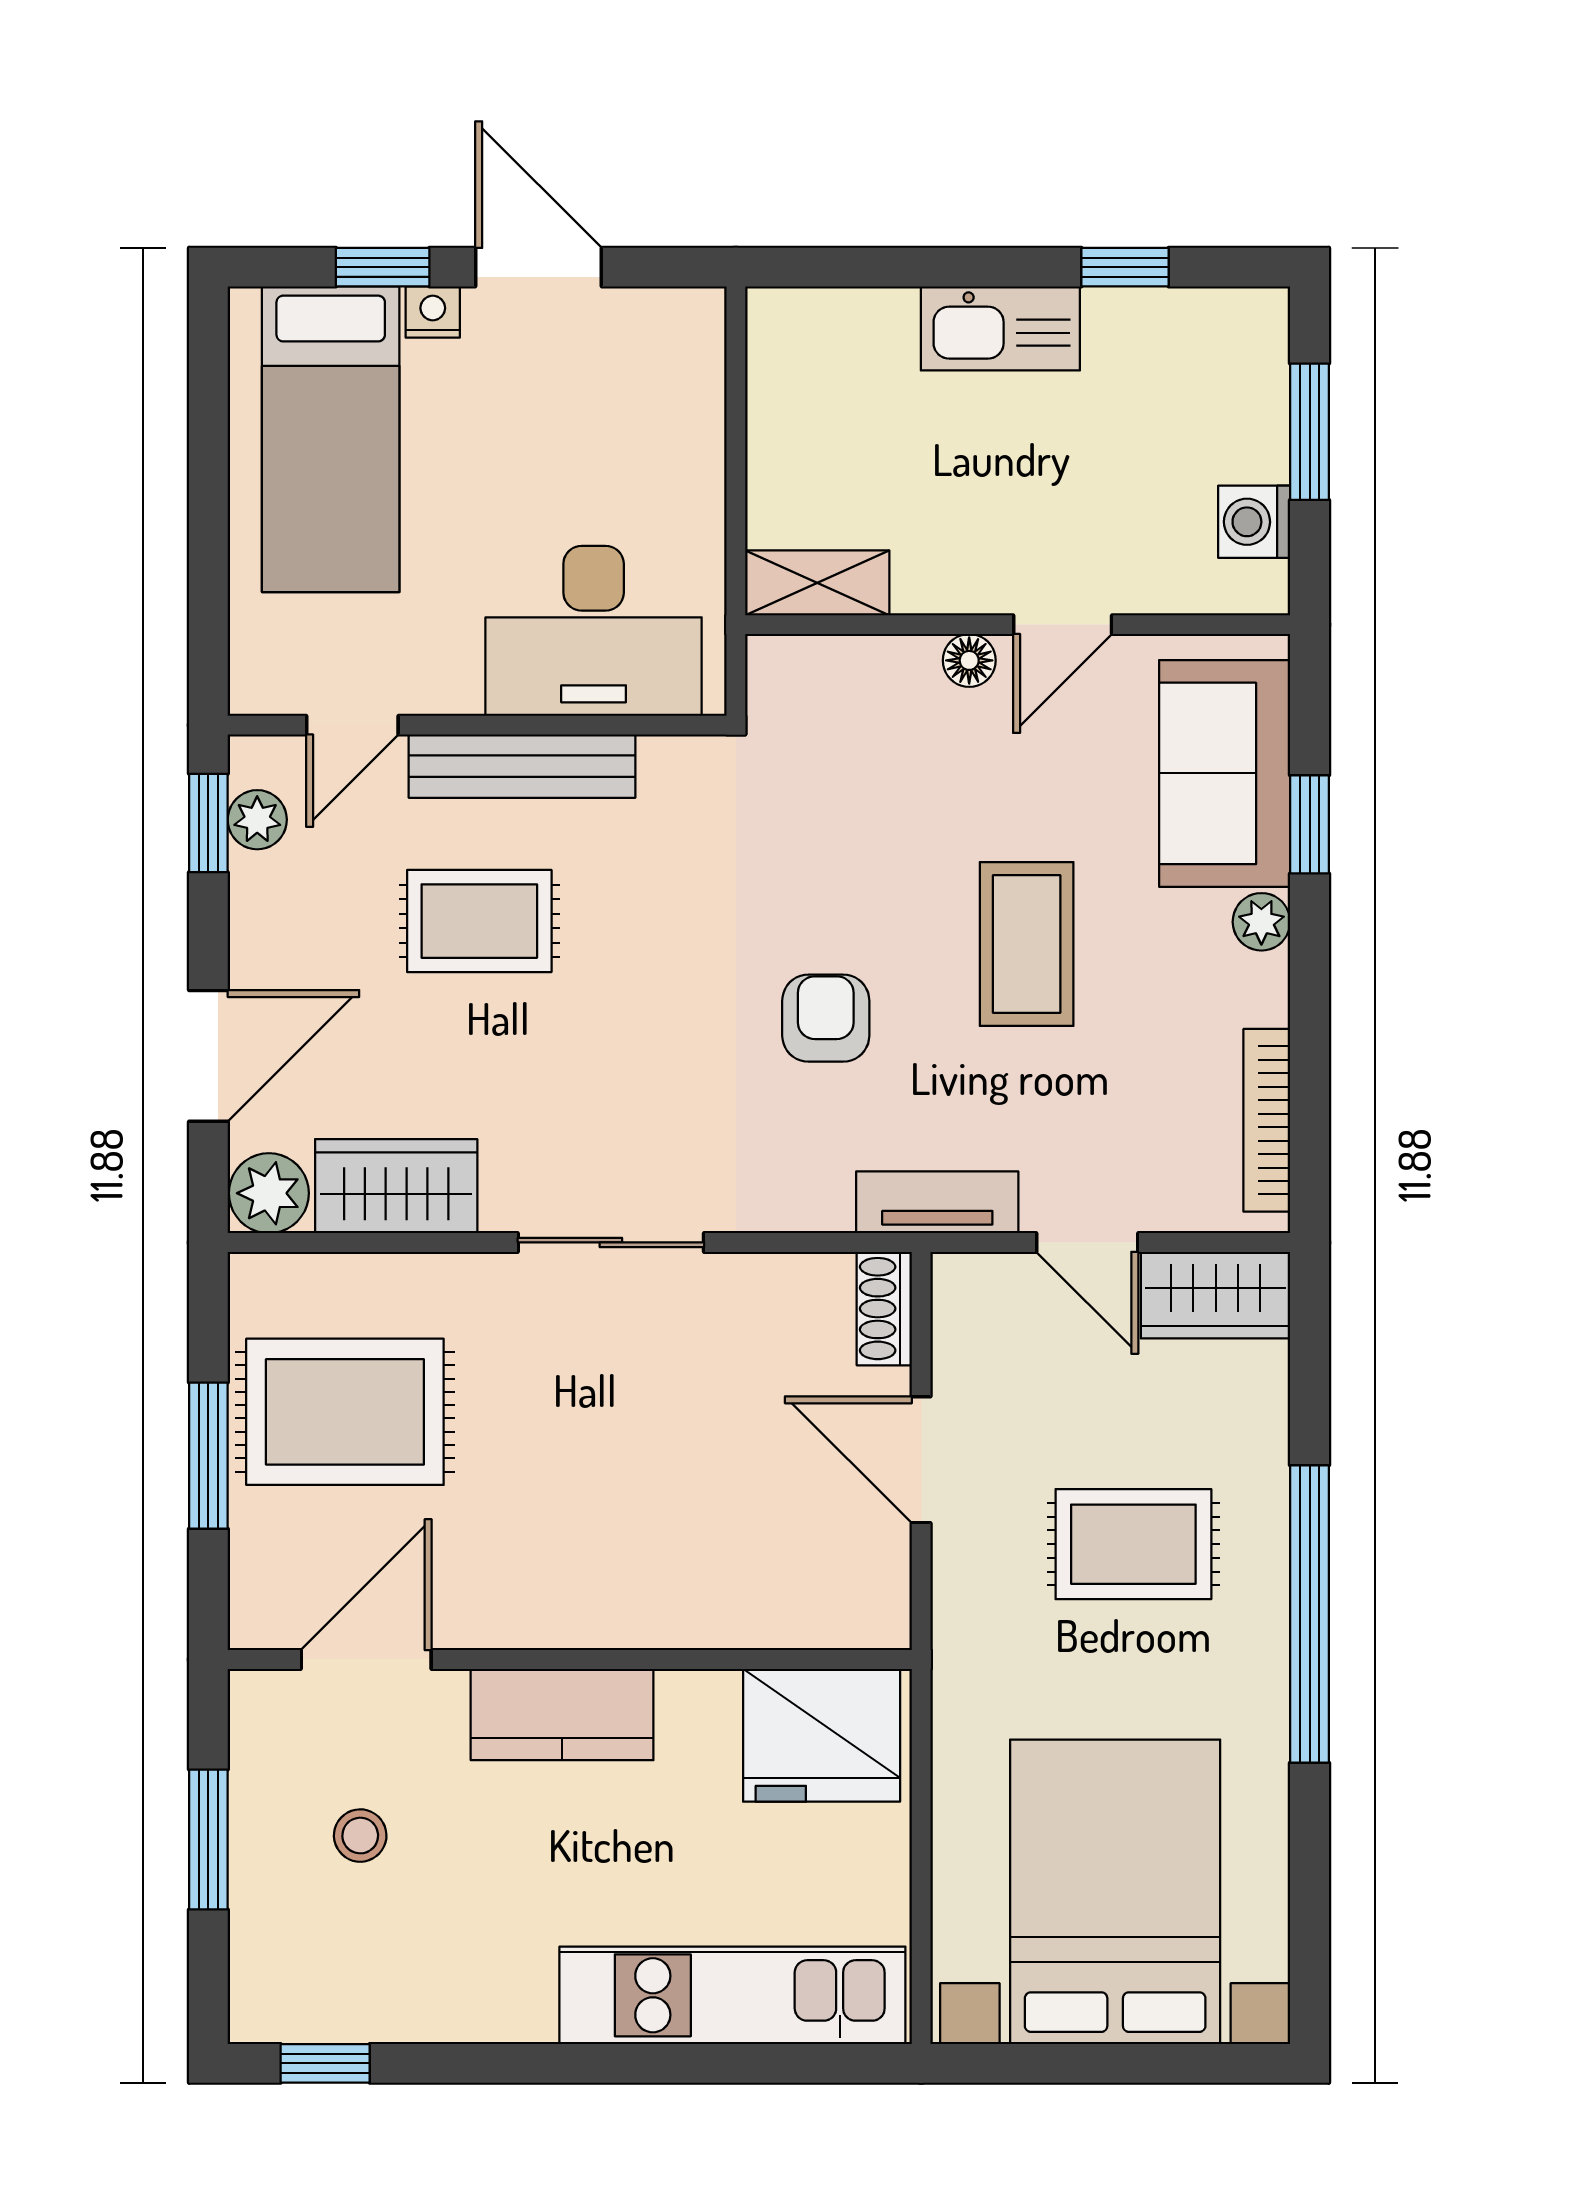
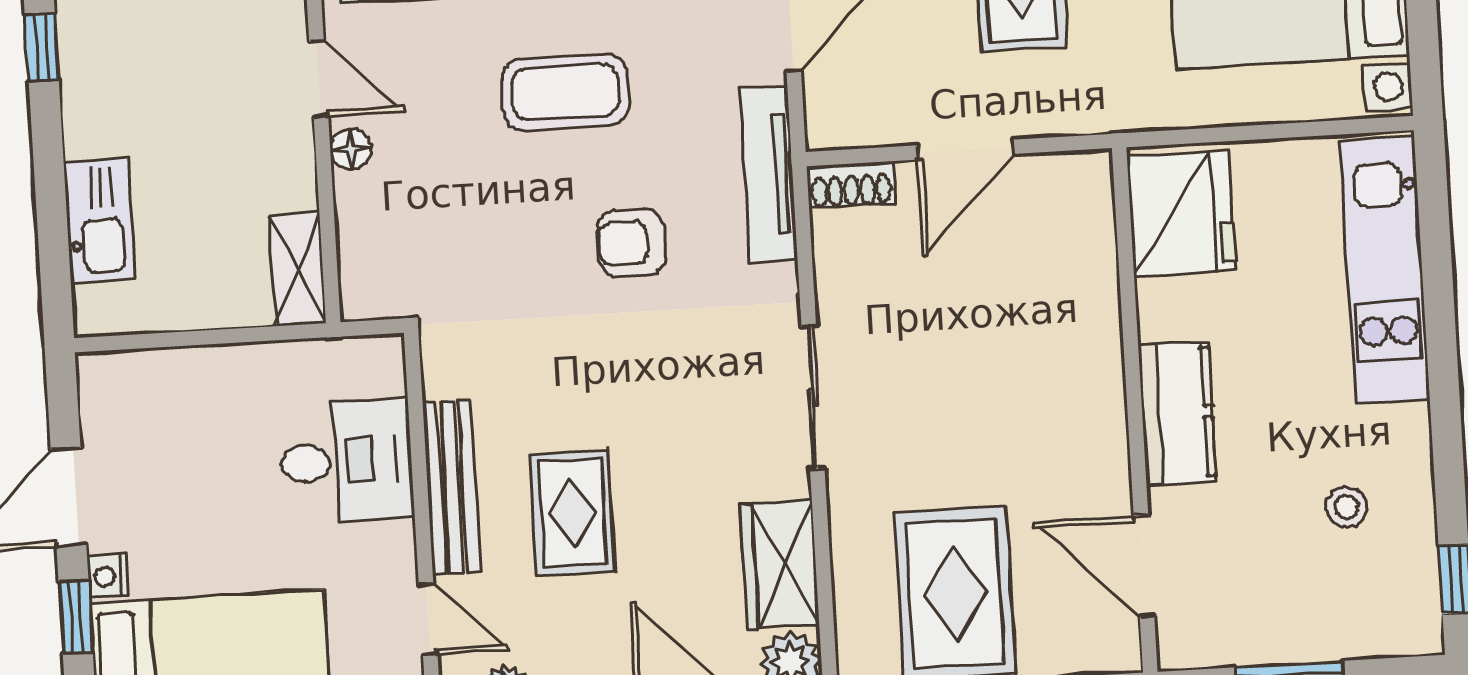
kitchen sink: (1000, 328) -> (99, 221), moved
desk: (594, 631) -> (346, 461), width x0.73
tv unit: (937, 1202) -> (769, 174), width x1.41
stool: (360, 1836) -> (1347, 507), moved

